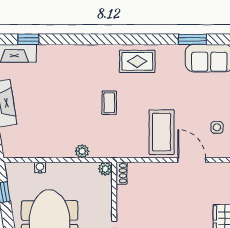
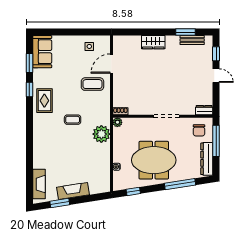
window: (28, 39) -> (29, 90), moved
coffee table: (162, 132) -> (92, 84), width x0.73, depth x0.76
plant: (82, 151) -> (101, 134), width x1.87, depth x1.87

